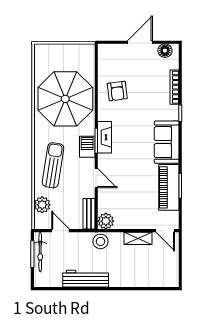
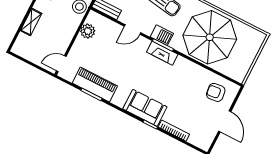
floor lamp: (165, 51) -> (207, 138), removed
armchair: (117, 91) -> (216, 92), moved
sofa: (167, 142) -> (145, 108), moved
plant: (106, 221) -> (88, 31), moved
shelving: (138, 238) -> (31, 22), moved

